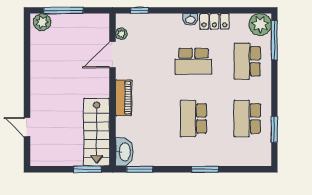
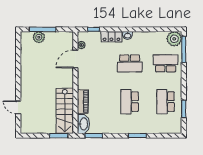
locker: (214, 21) -> (111, 37), moved
plant: (42, 22) -> (39, 37), moved
school desk: (247, 61) -> (166, 63), turned 90
piano: (124, 98) -> (83, 102), moved

